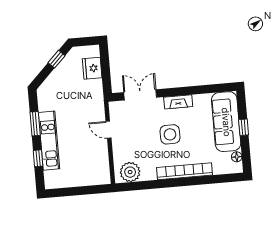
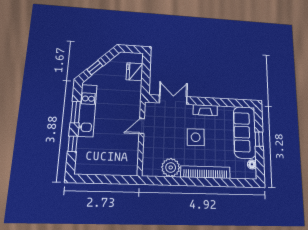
window: (57, 59) -> (95, 68), moved
door: (109, 130) -> (142, 126), hinge flipped
kitchen unit: (49, 141) -> (87, 110), moved
plant: (130, 172) -> (171, 167), moved

